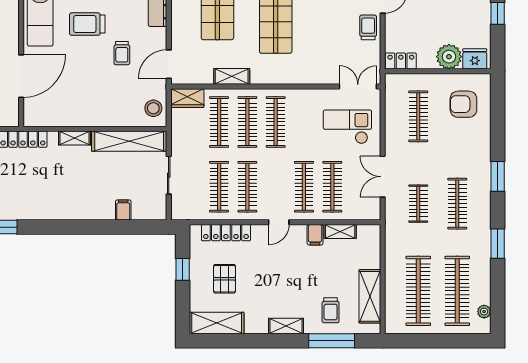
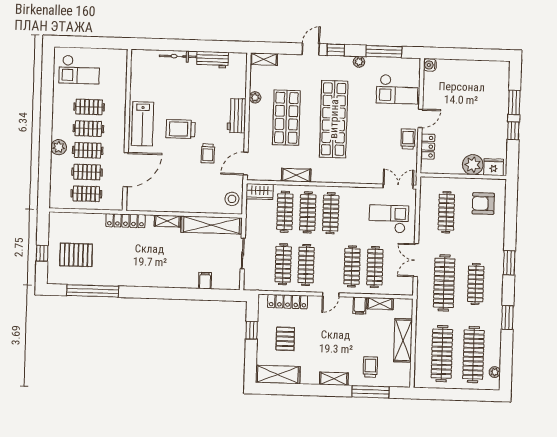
locker: (401, 61) -> (428, 147), moved, turned 90
clothes rail: (418, 204) -> (444, 283), width x1.86, depth x1.31
shelving: (370, 296) -> (403, 340), moved
trolley: (331, 310) -> (370, 367), turned 180

